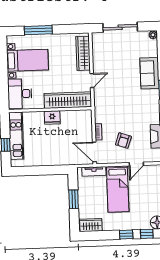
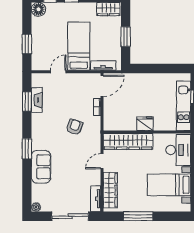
window: (38, 30) -> (138, 216), moved
tv unit: (97, 45) -> (96, 199), added
armchair: (123, 141) -> (74, 127), moved
door: (94, 152) -> (102, 86), hinge flipped

